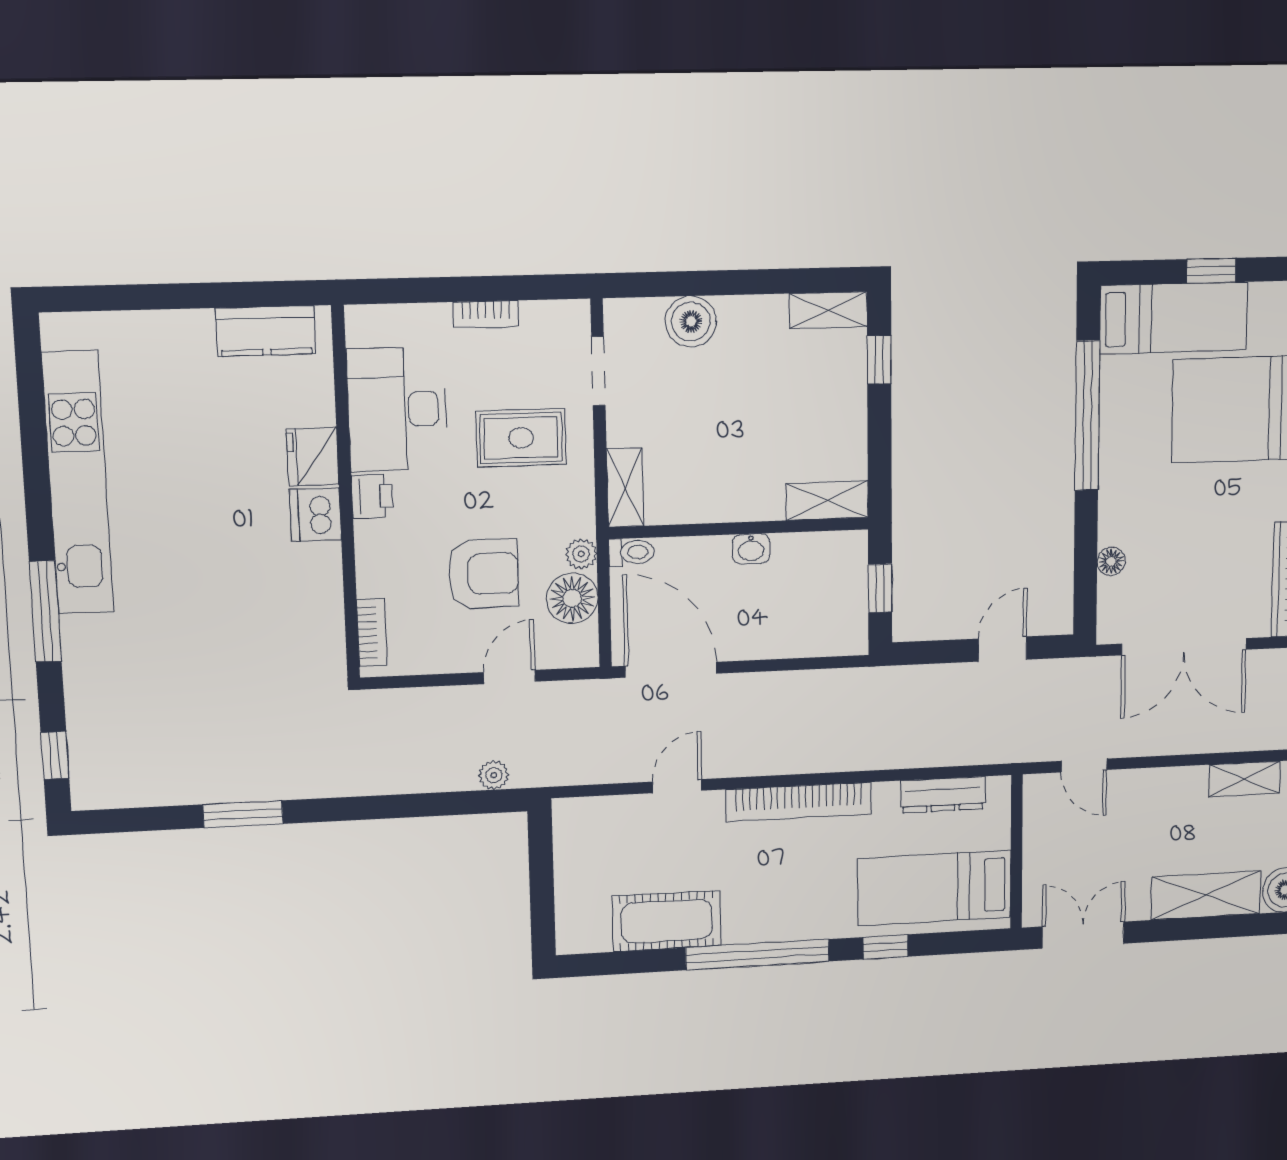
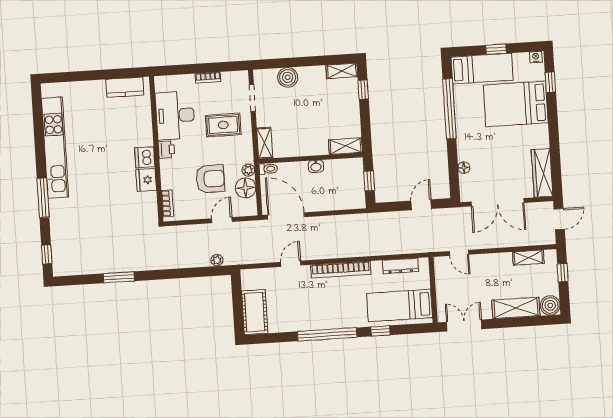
fridge: (313, 457) -> (146, 180), moved
cot: (667, 921) -> (255, 312), moved, turned 90

